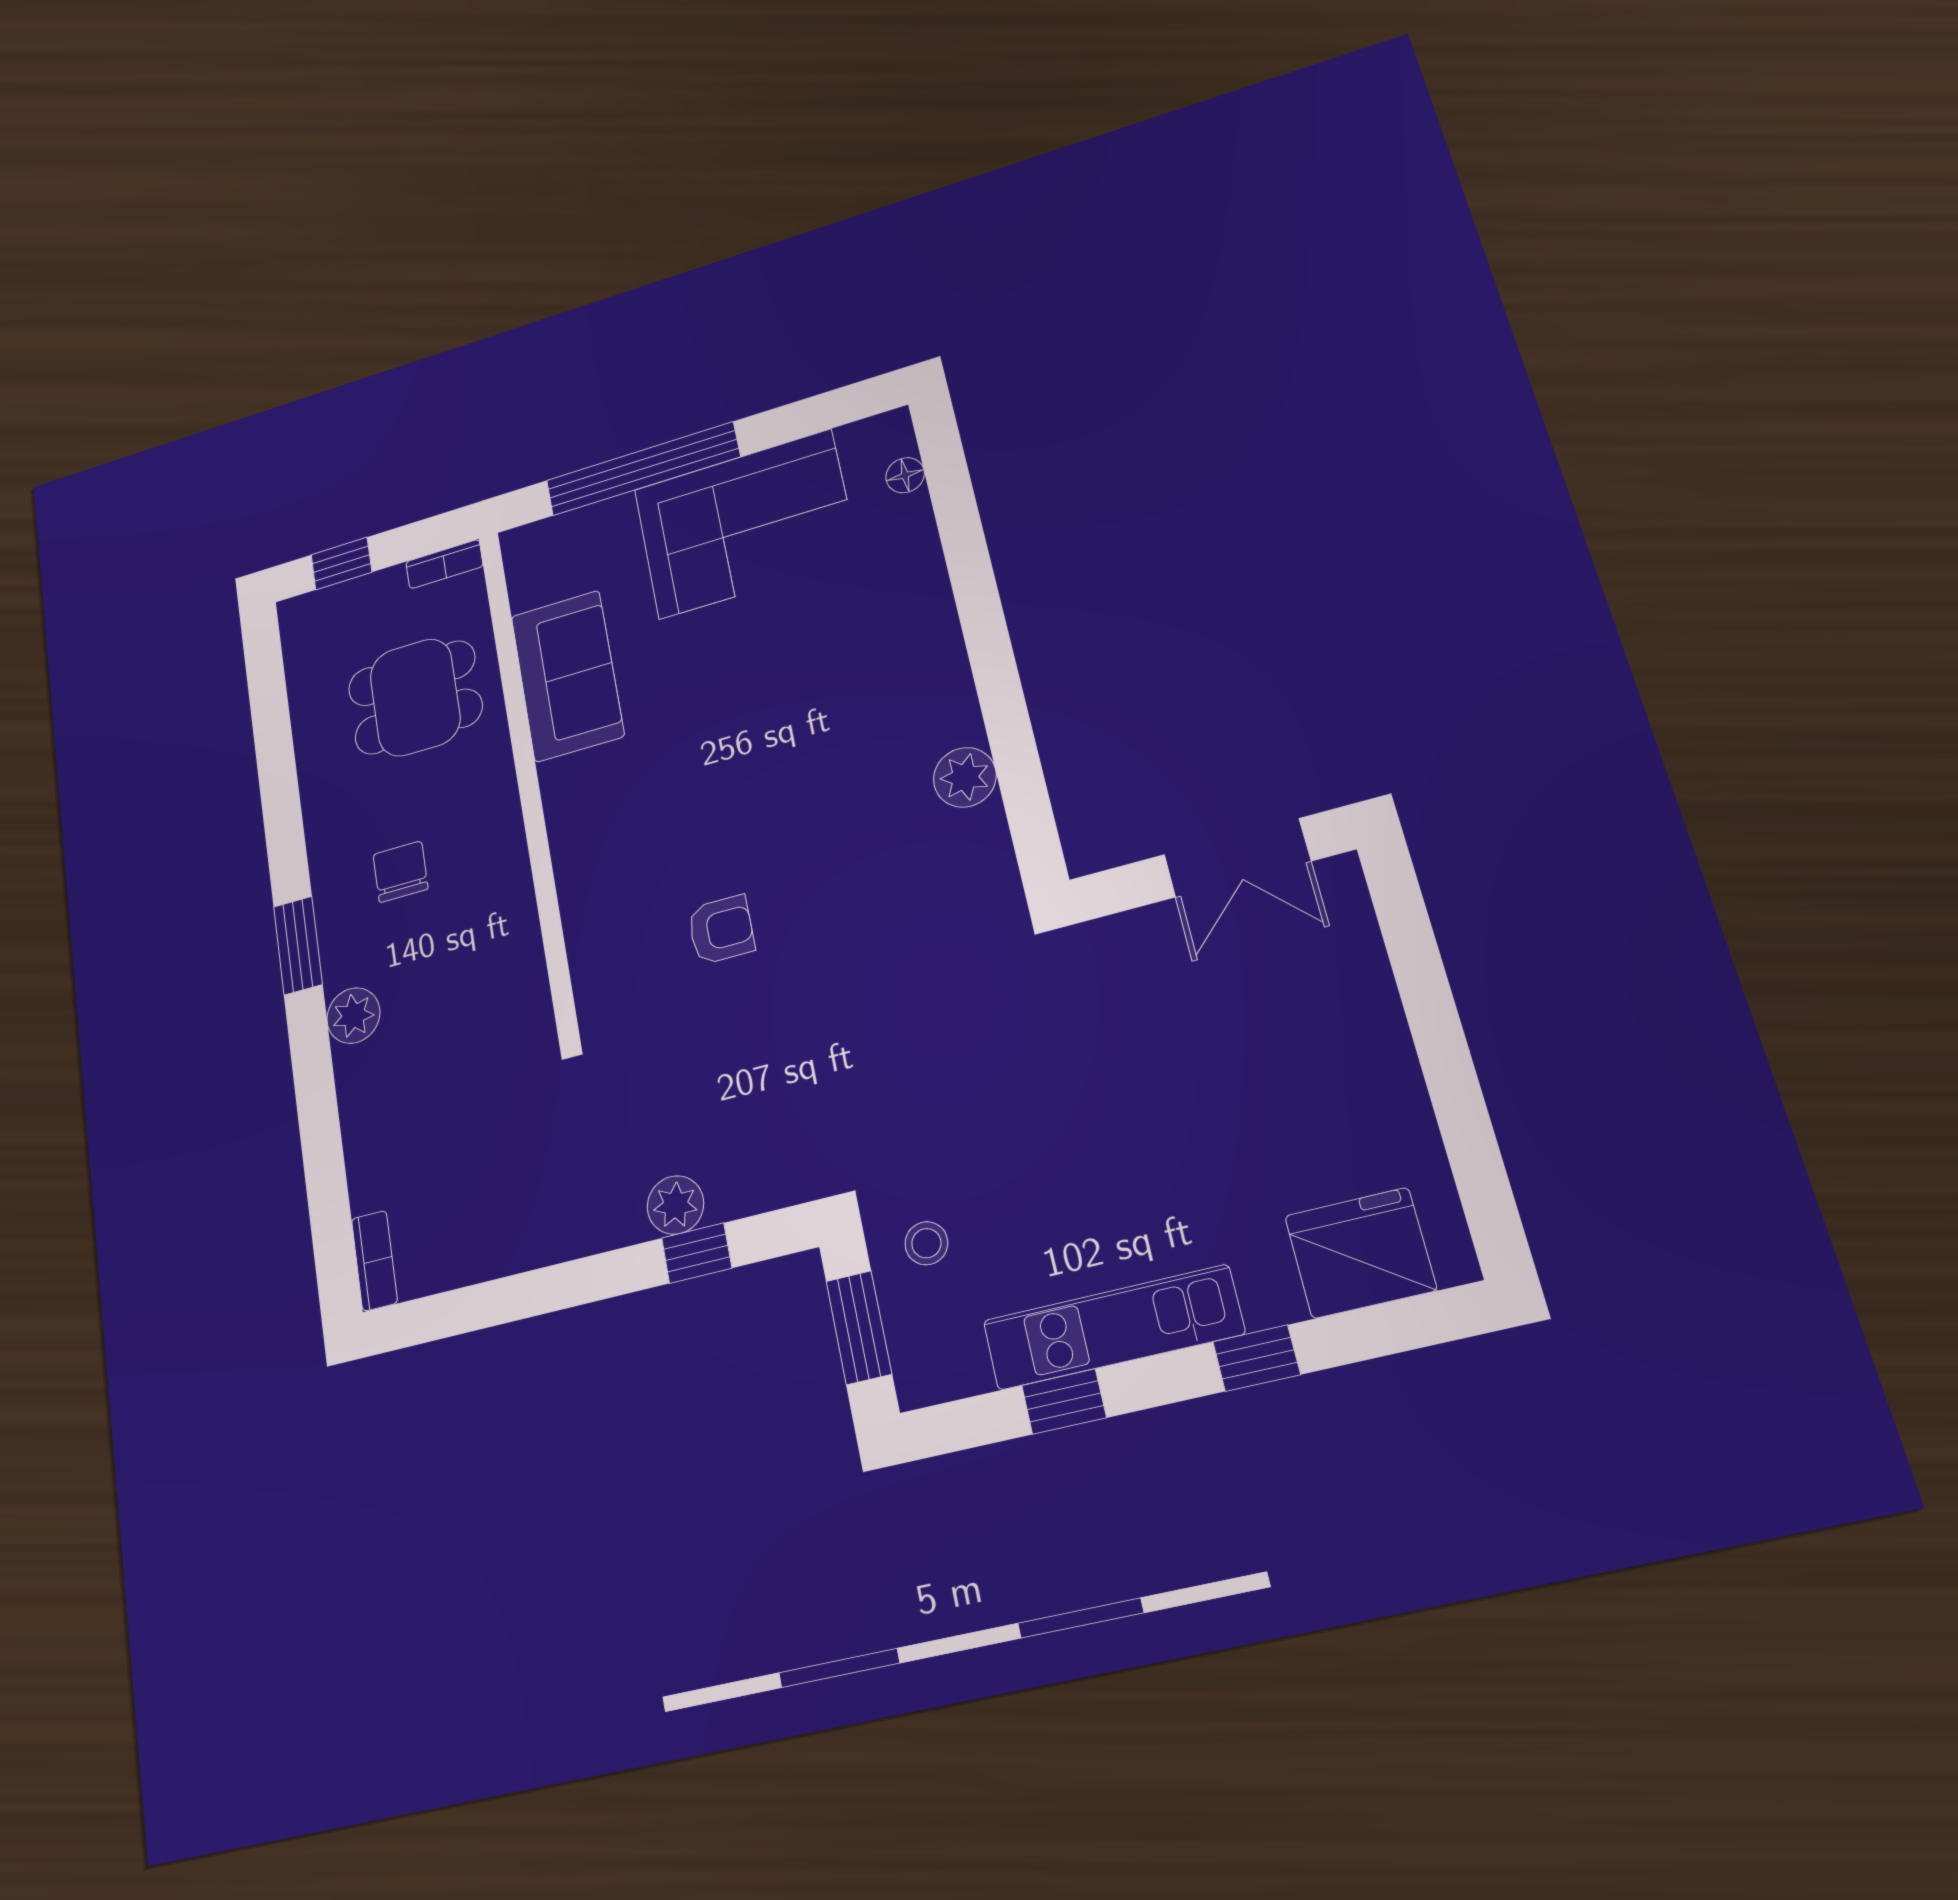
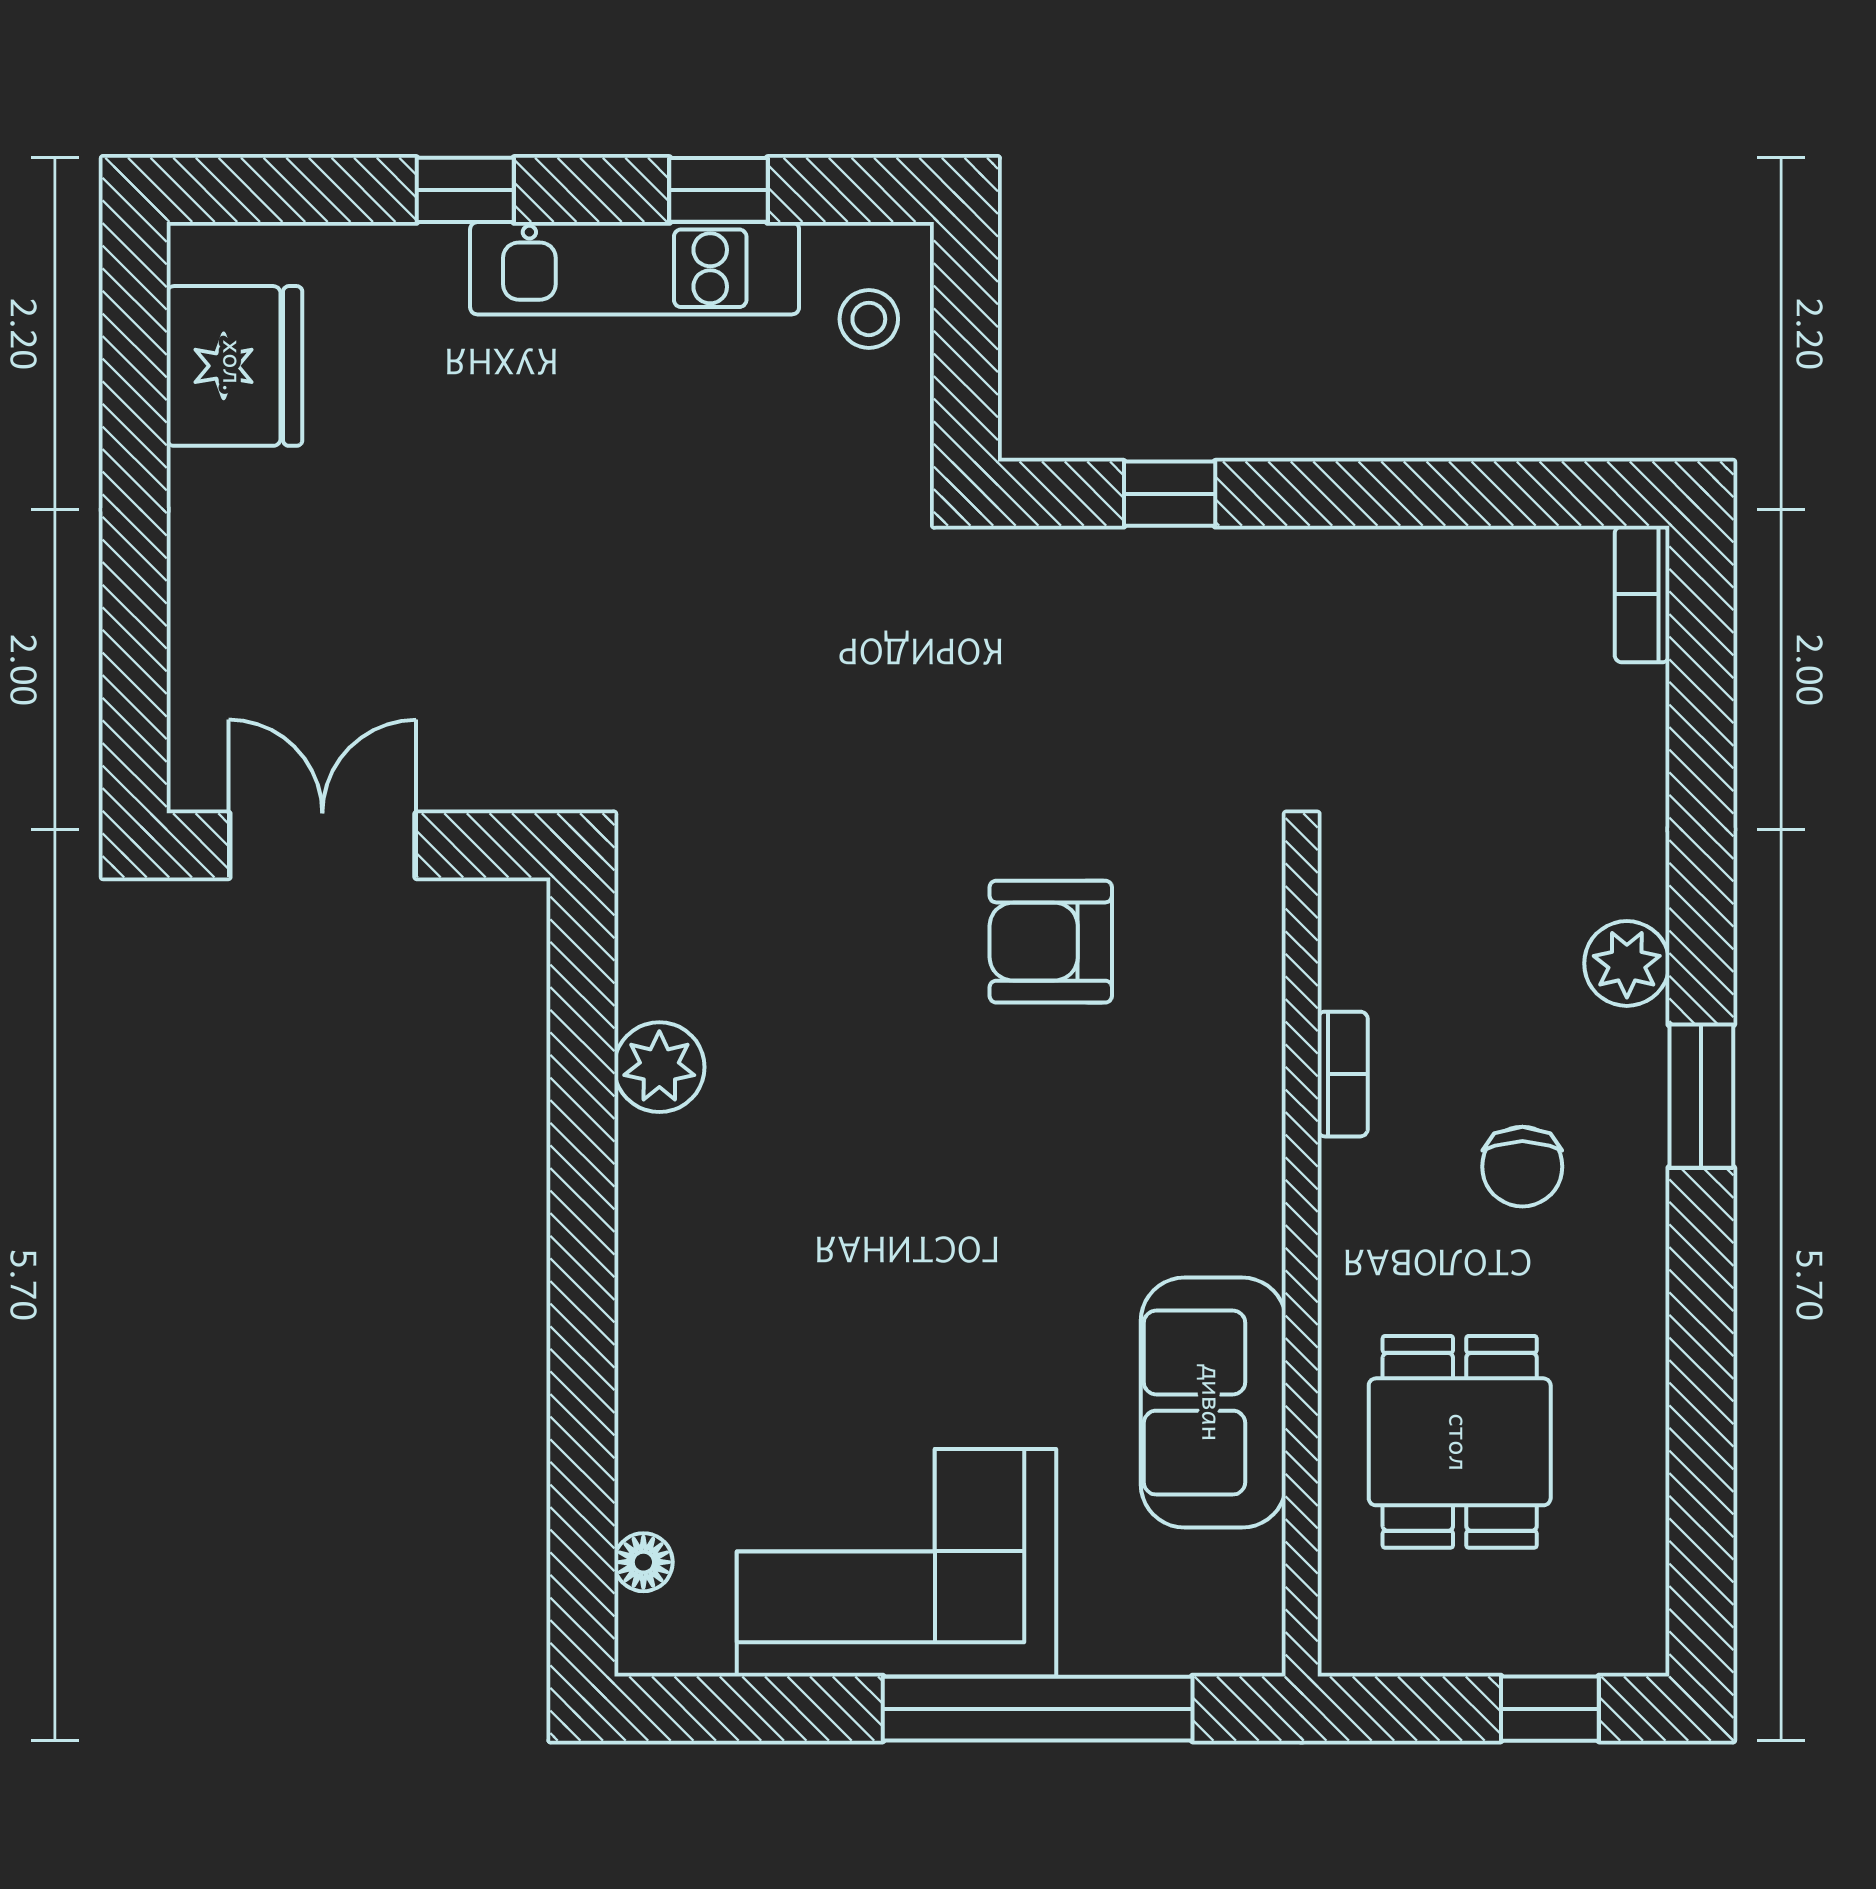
bookcase: (444, 564) -> (1343, 1074), moved, turned 90
dining table: (415, 697) -> (1460, 1442), turned 90
armchair: (721, 930) -> (1051, 942), width x1.38, depth x1.38
plant: (675, 1205) -> (1188, 567), removed
stool: (926, 1243) -> (869, 319), moved
fridge: (1360, 1253) -> (234, 366), moved, turned -90
window: (859, 1327) -> (966, 343), removed

